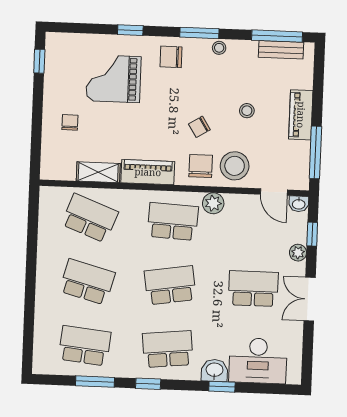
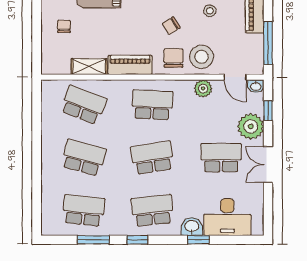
plant: (213, 203) -> (203, 88), moved
plant: (298, 253) -> (251, 126), width x1.87, depth x1.87

